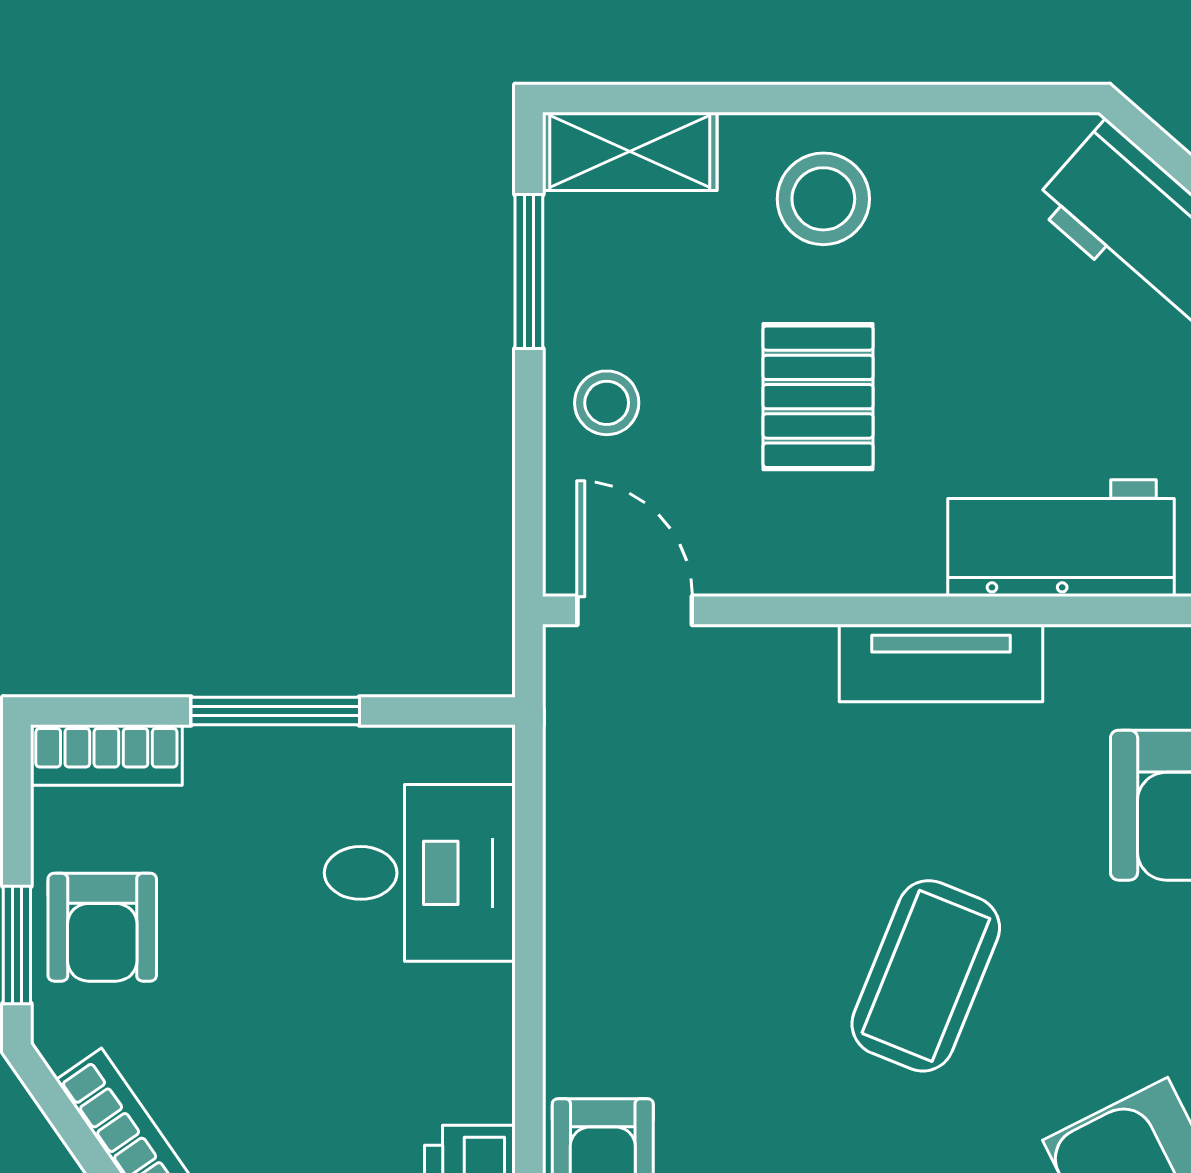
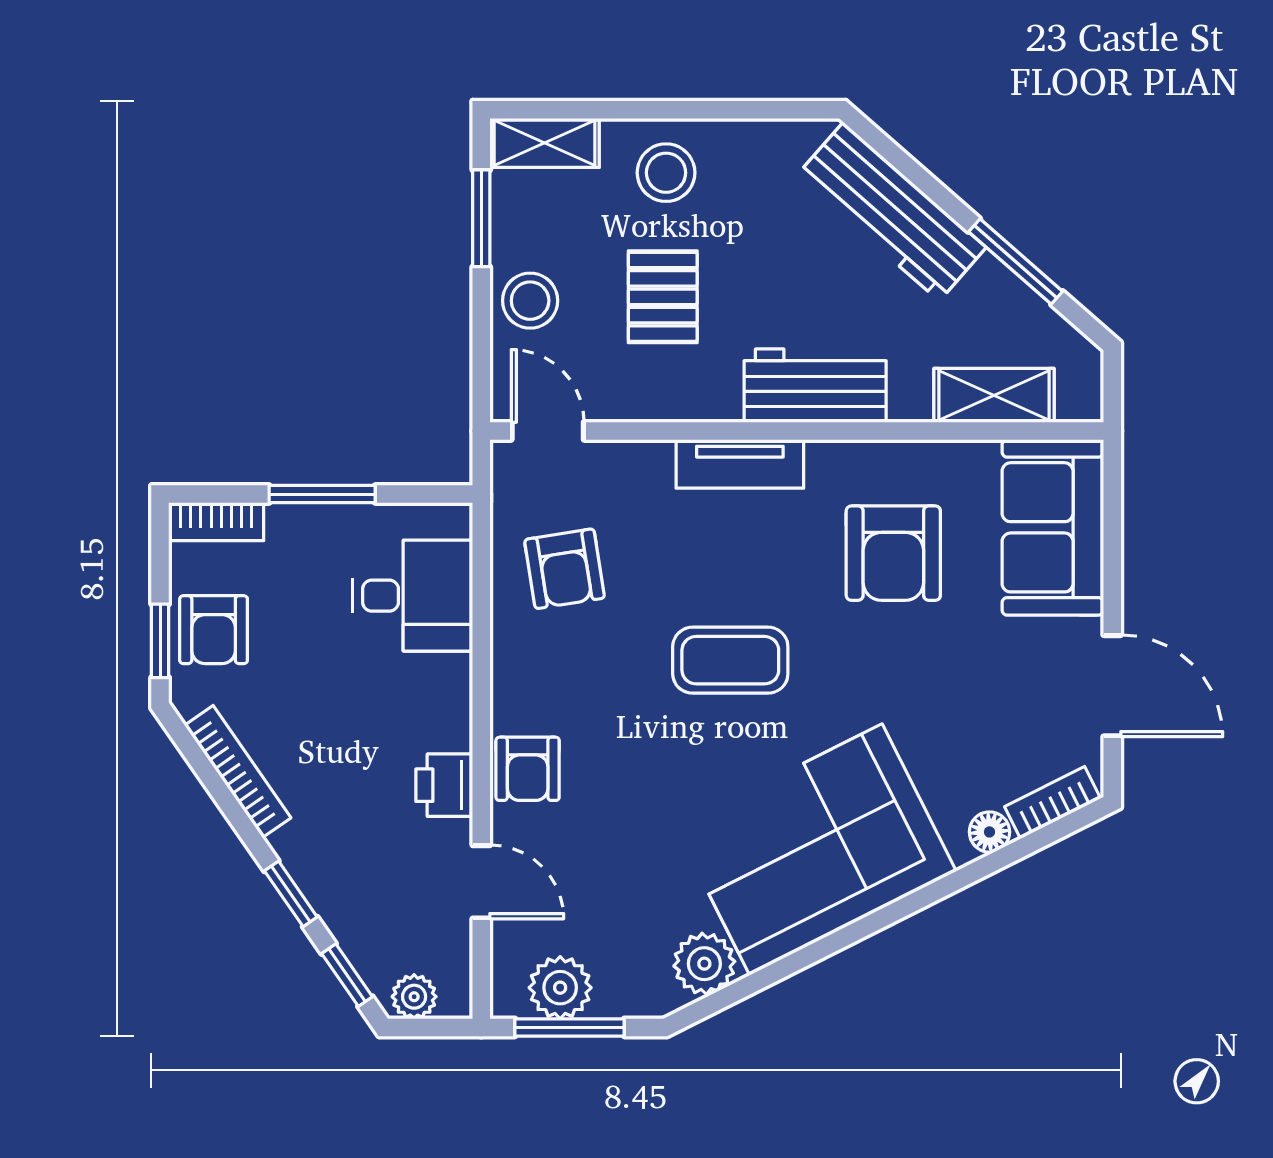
stool: (607, 403) -> (530, 301), width x1.37, depth x1.37
armchair: (662, 830) -> (565, 569), added
coffee table: (926, 976) -> (730, 660), turned 68

